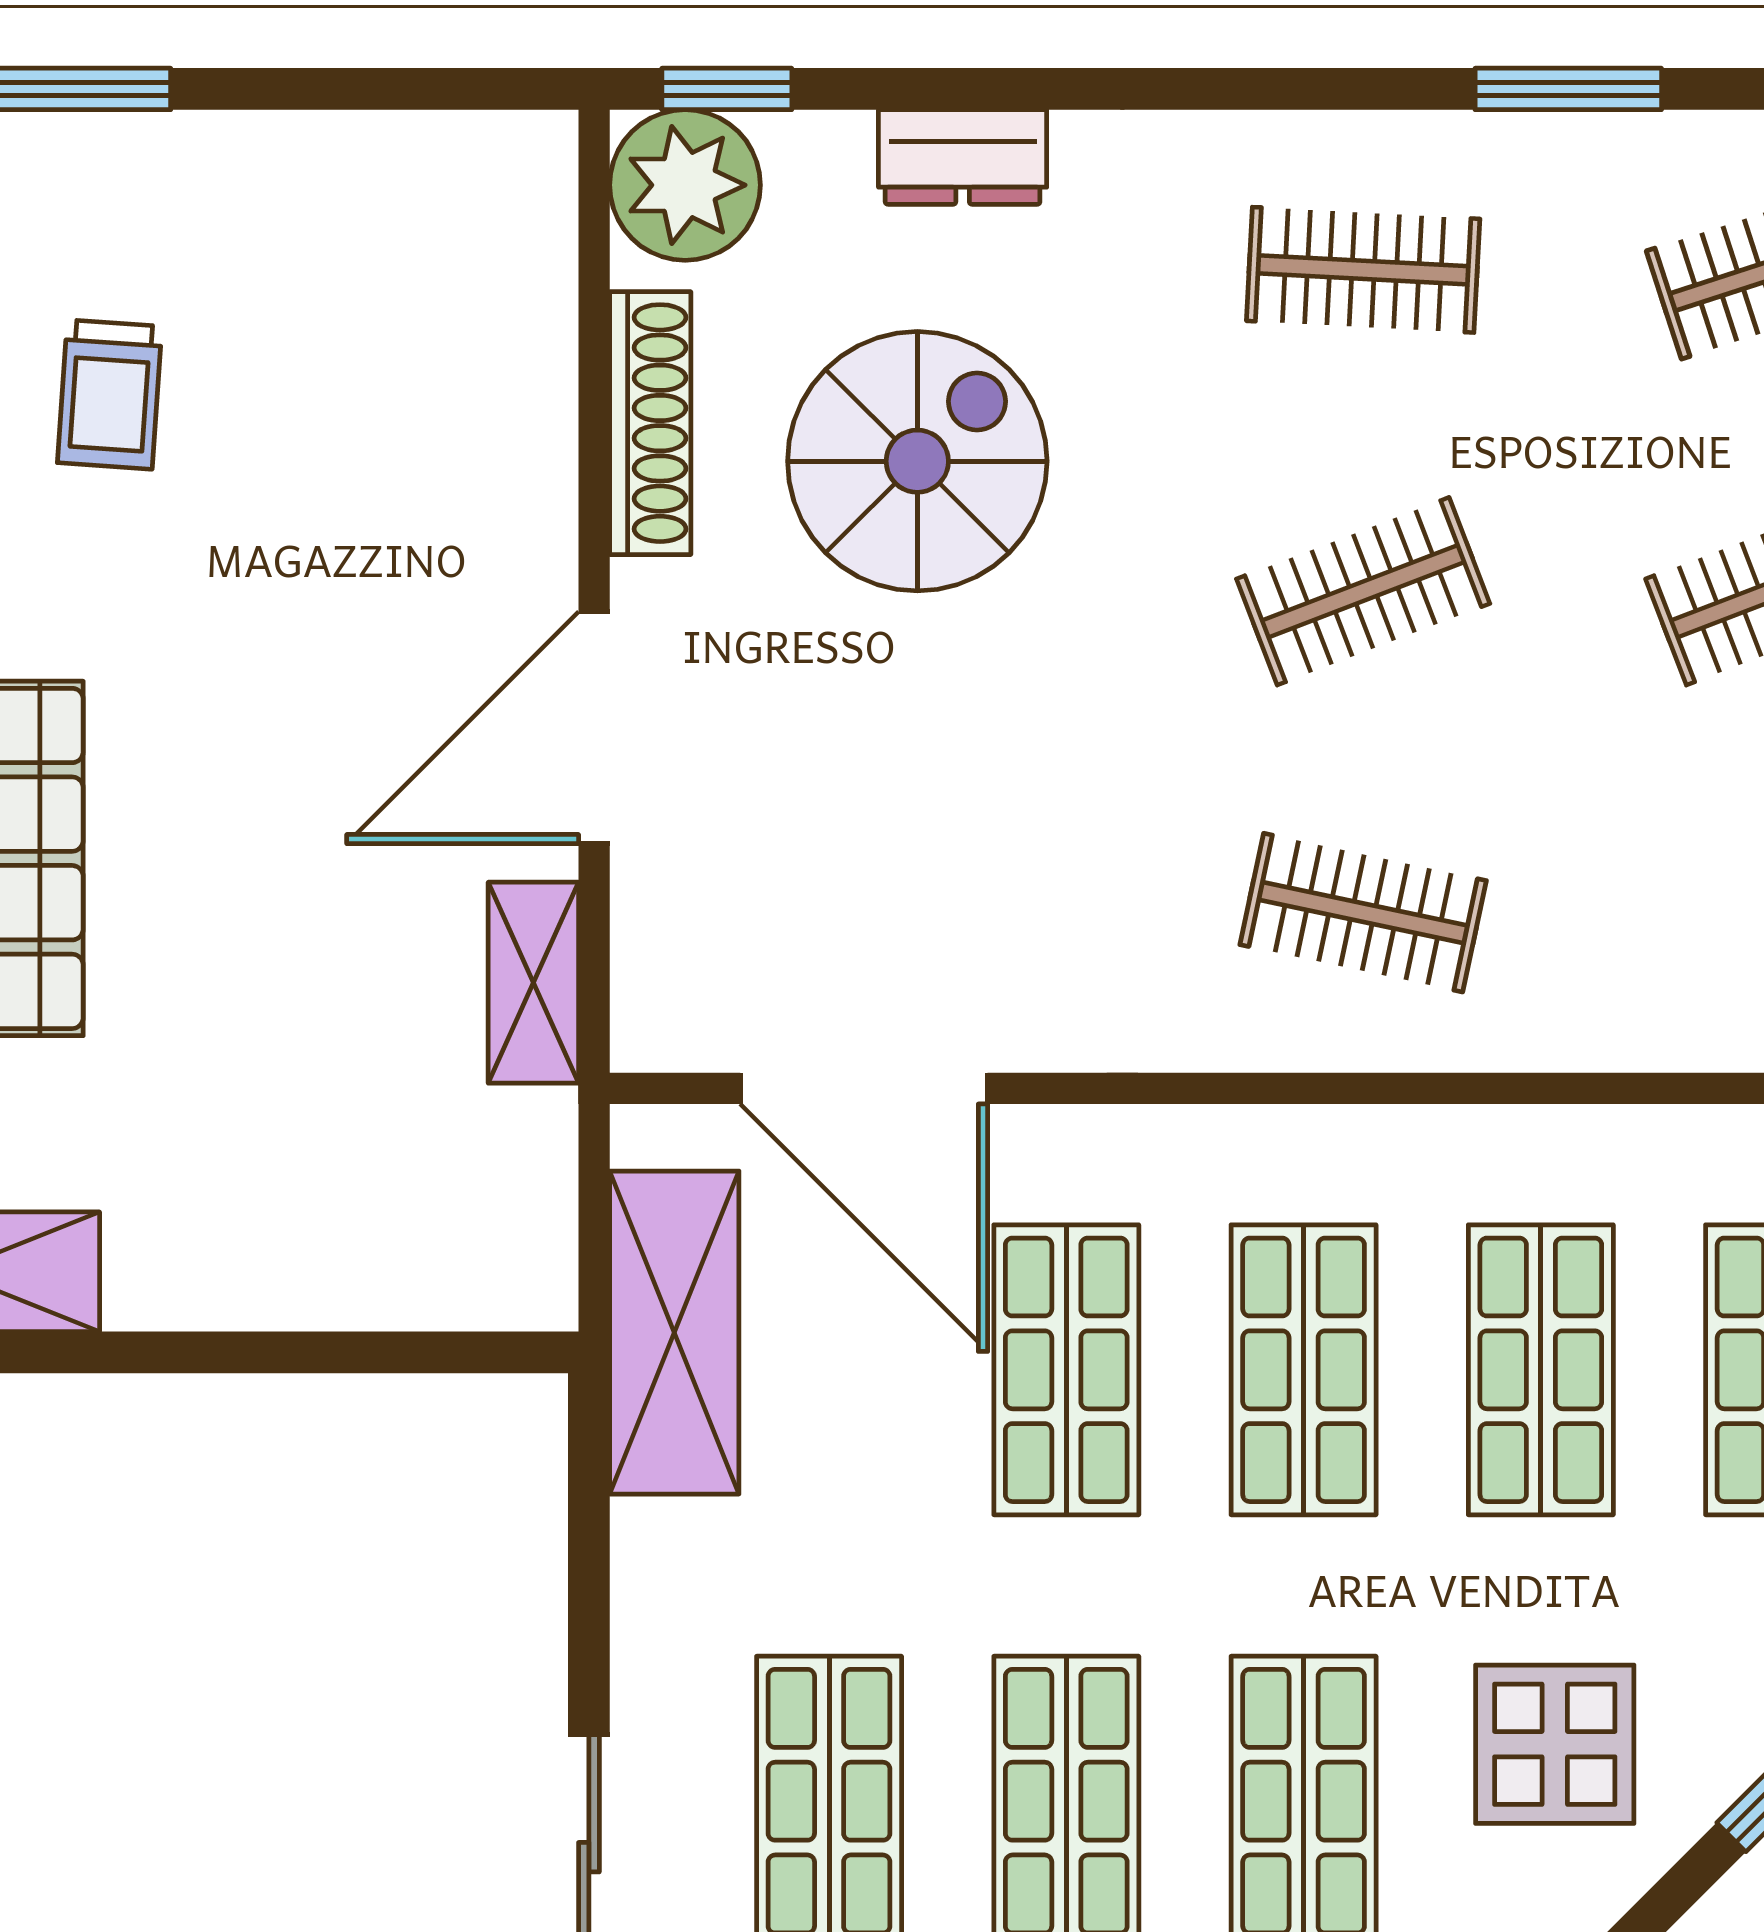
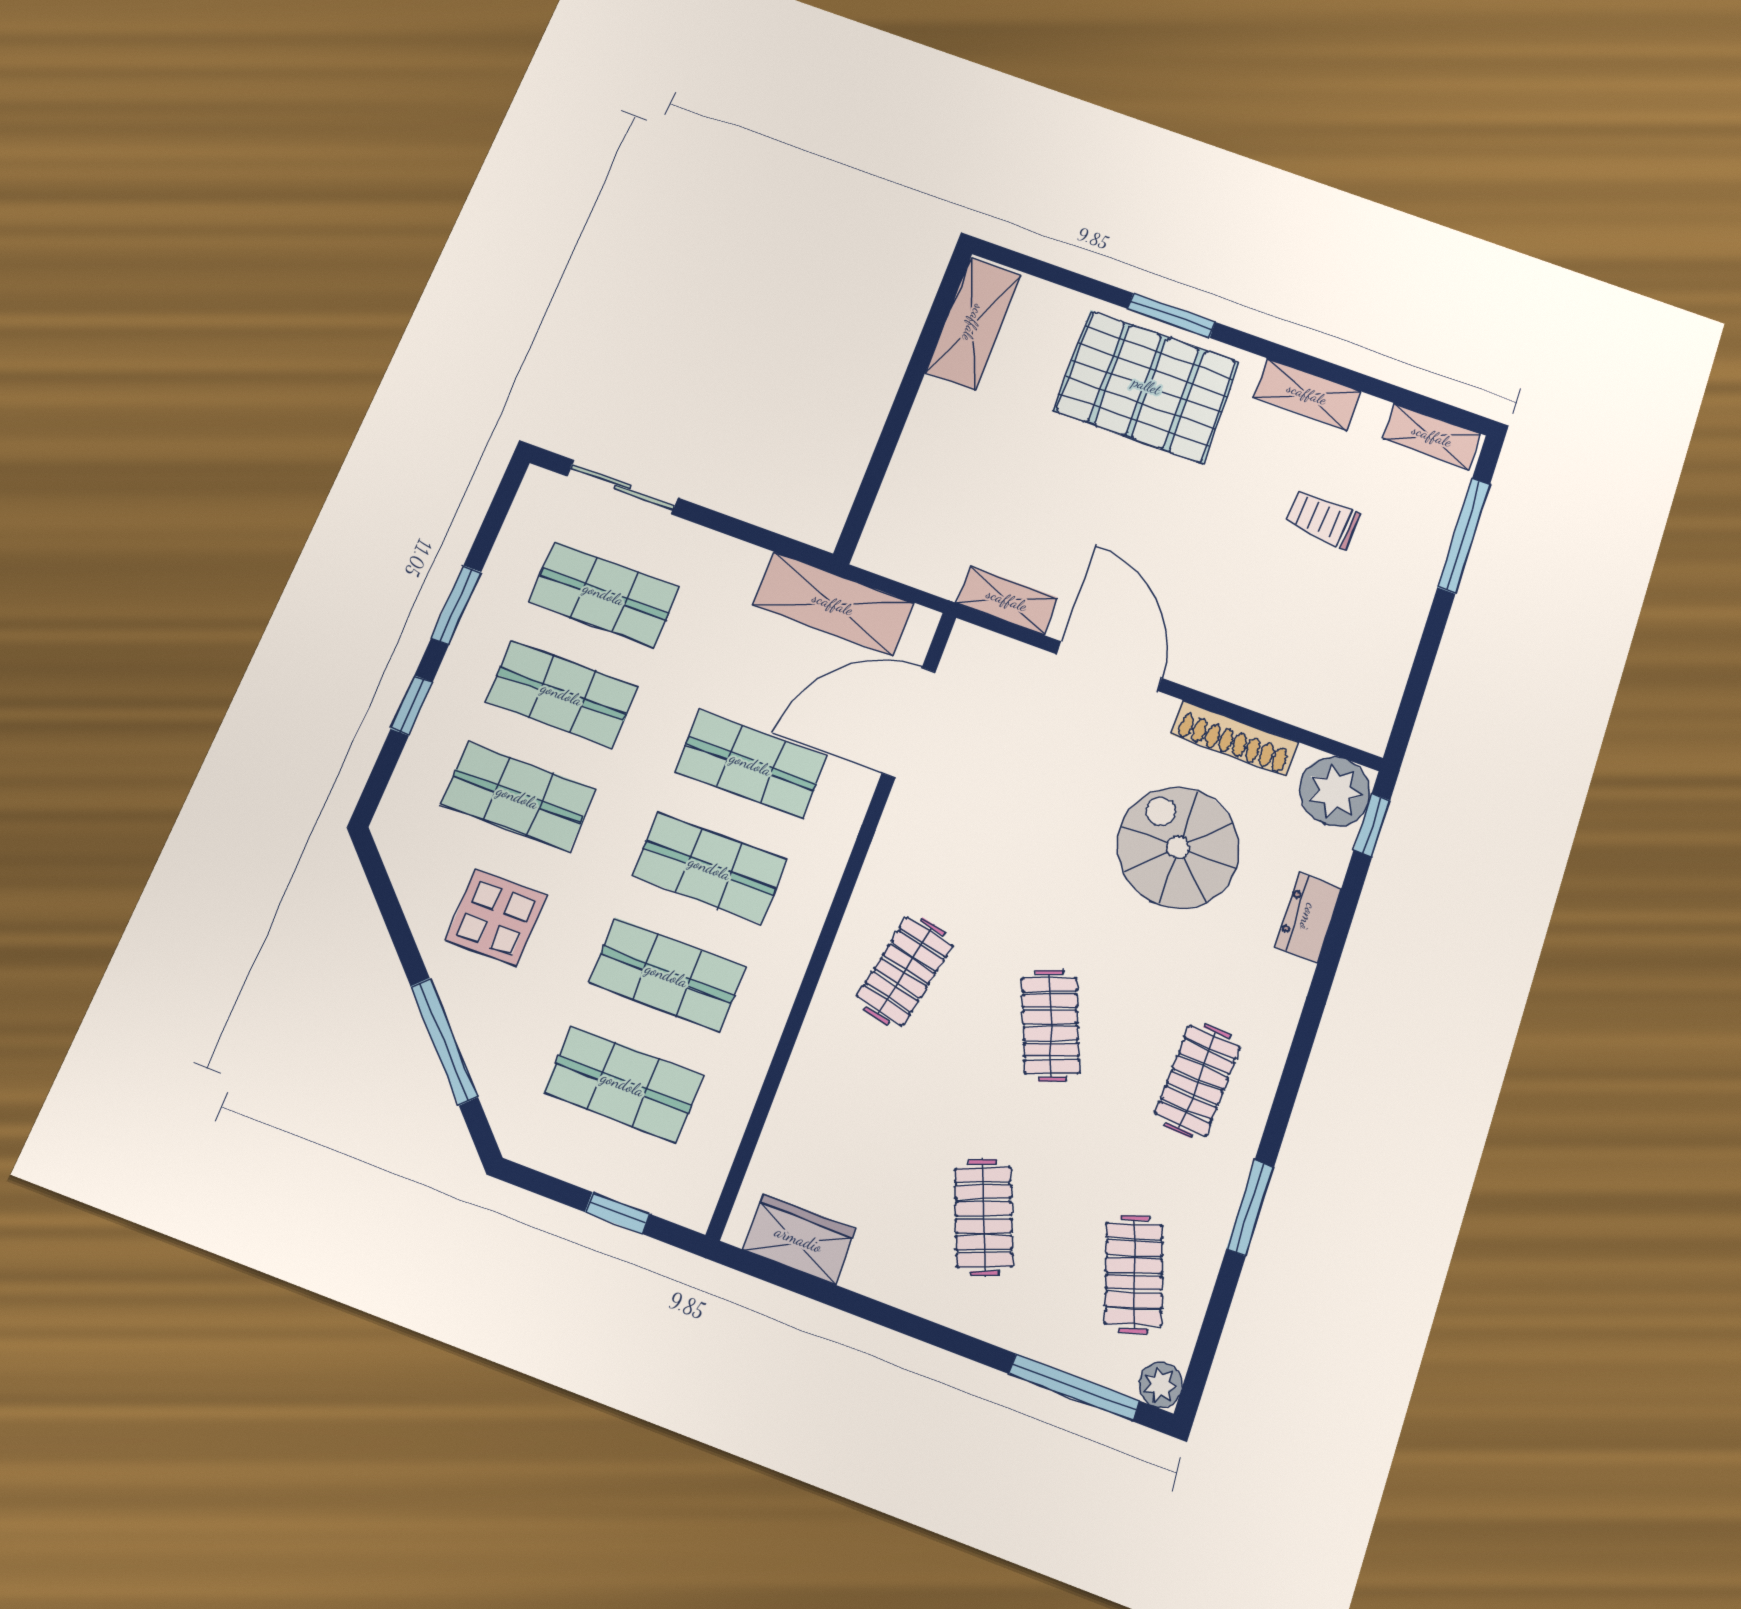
spiral stairs: (917, 461) -> (1178, 847), turned 180

